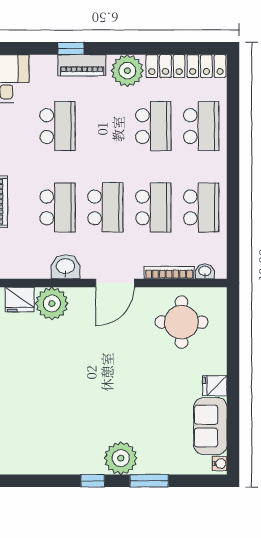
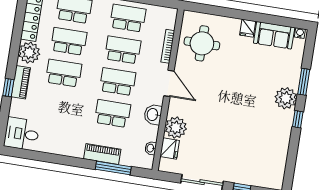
school desk: (58, 126) -> (64, 73), moved
washbasin: (205, 271) -> (151, 148), moved

